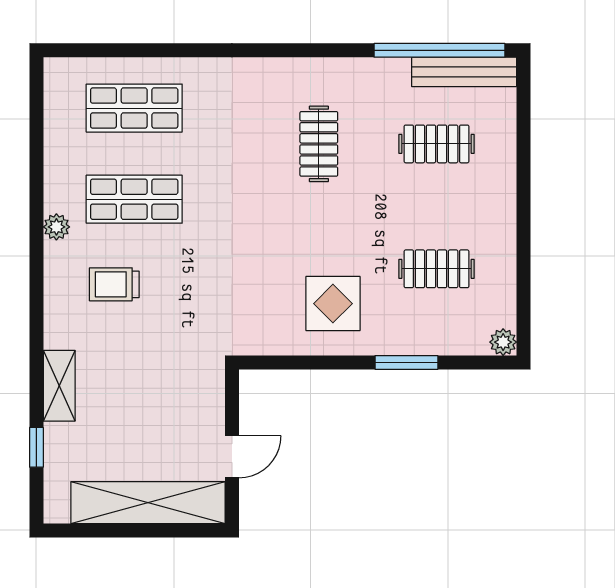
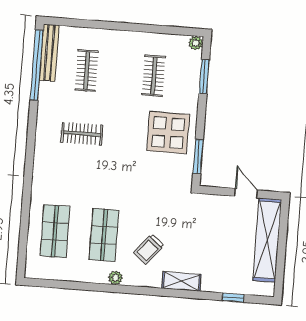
trolley: (114, 284) -> (149, 249), turned 40
display table: (333, 304) -> (168, 133), width x1.36, depth x1.36
window: (293, 362) -> (198, 157), added
window: (406, 362) -> (204, 77), moved
shelving: (59, 386) -> (181, 281), moved

